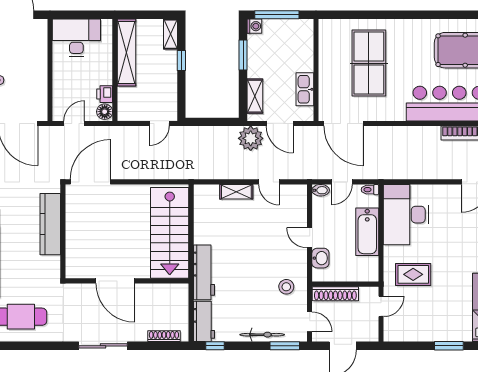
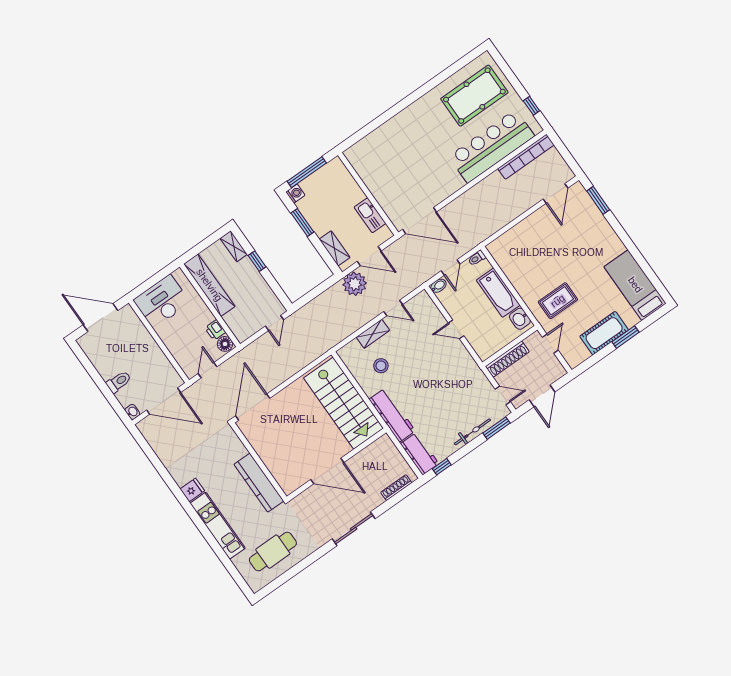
table tennis table: (369, 63) -> (406, 159), removed
desk: (406, 215) -> (519, 258), removed
kitchen counter: (50, 224) -> (259, 483), moved
washbasin: (320, 258) -> (520, 319), moved, turned 180
stool: (286, 287) -> (381, 366), moved
cot: (433, 330) -> (604, 333), added

